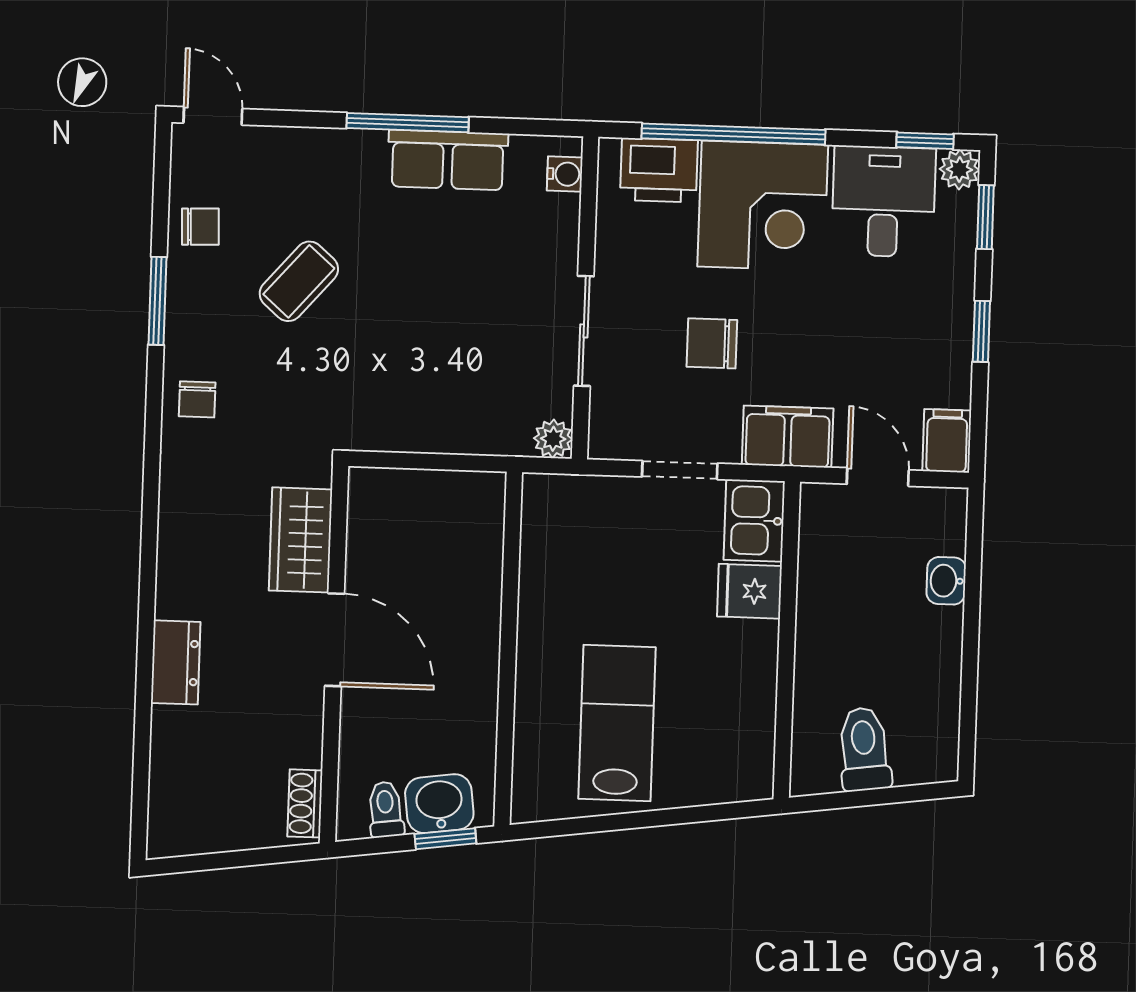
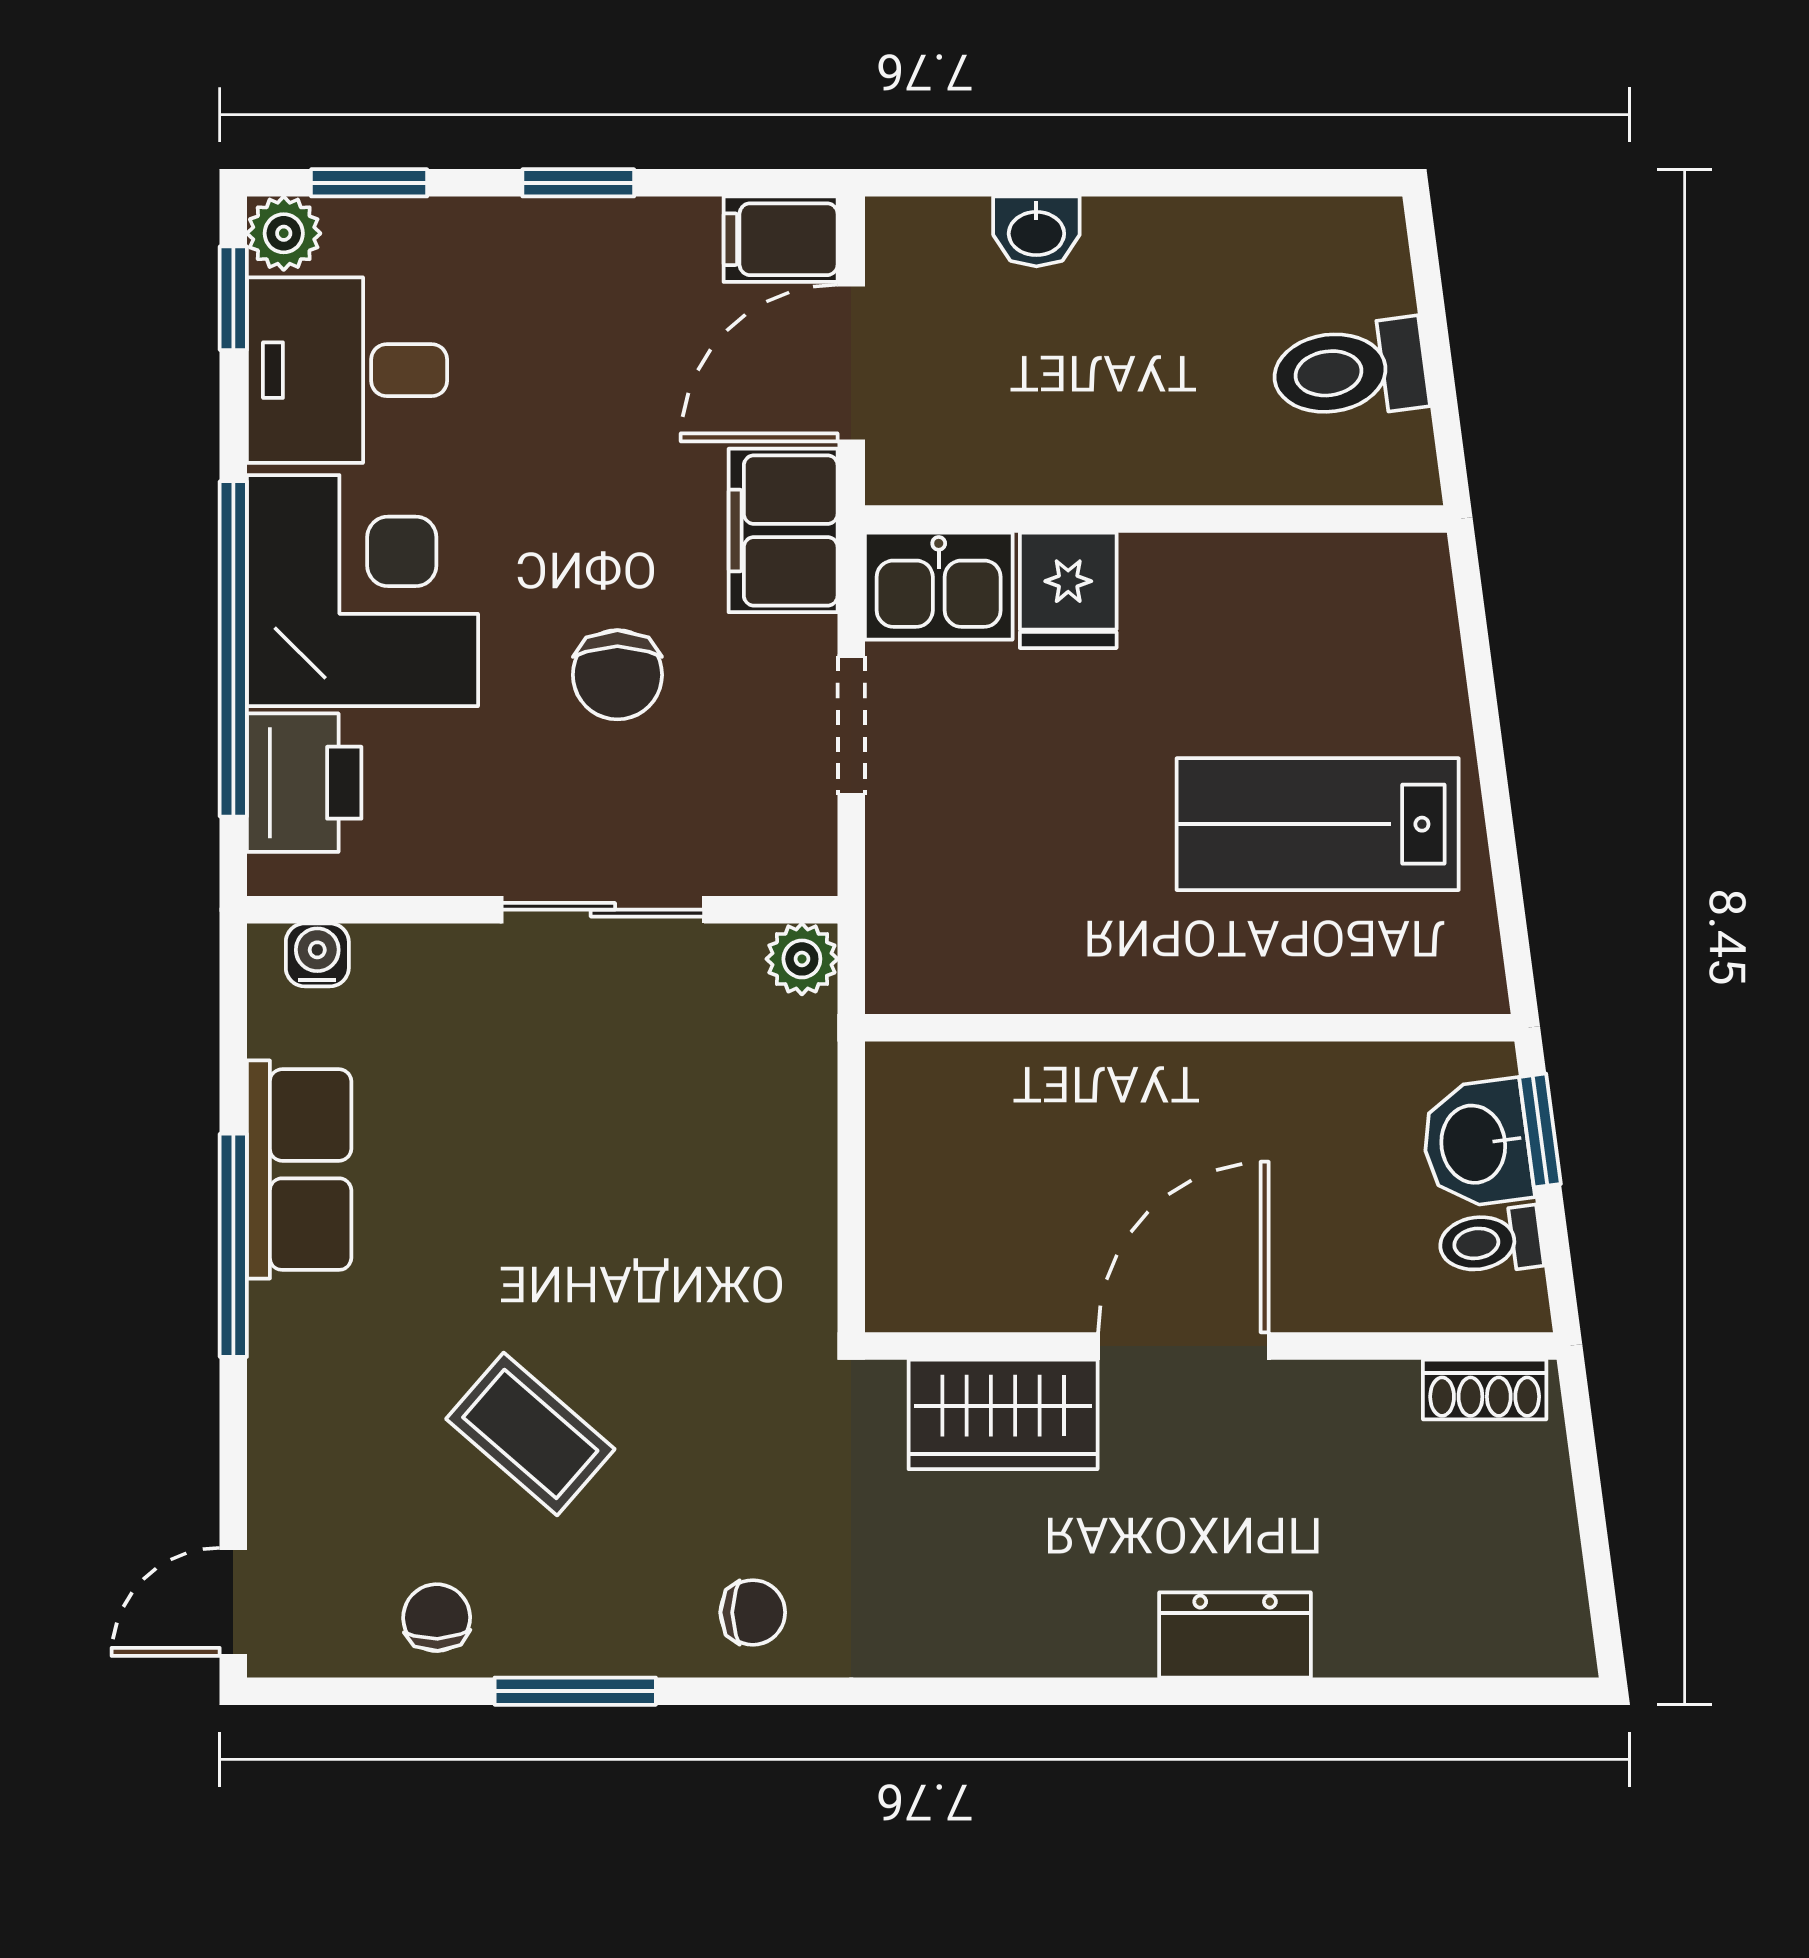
door: (878, 477) -> (851, 363), width x1.38

